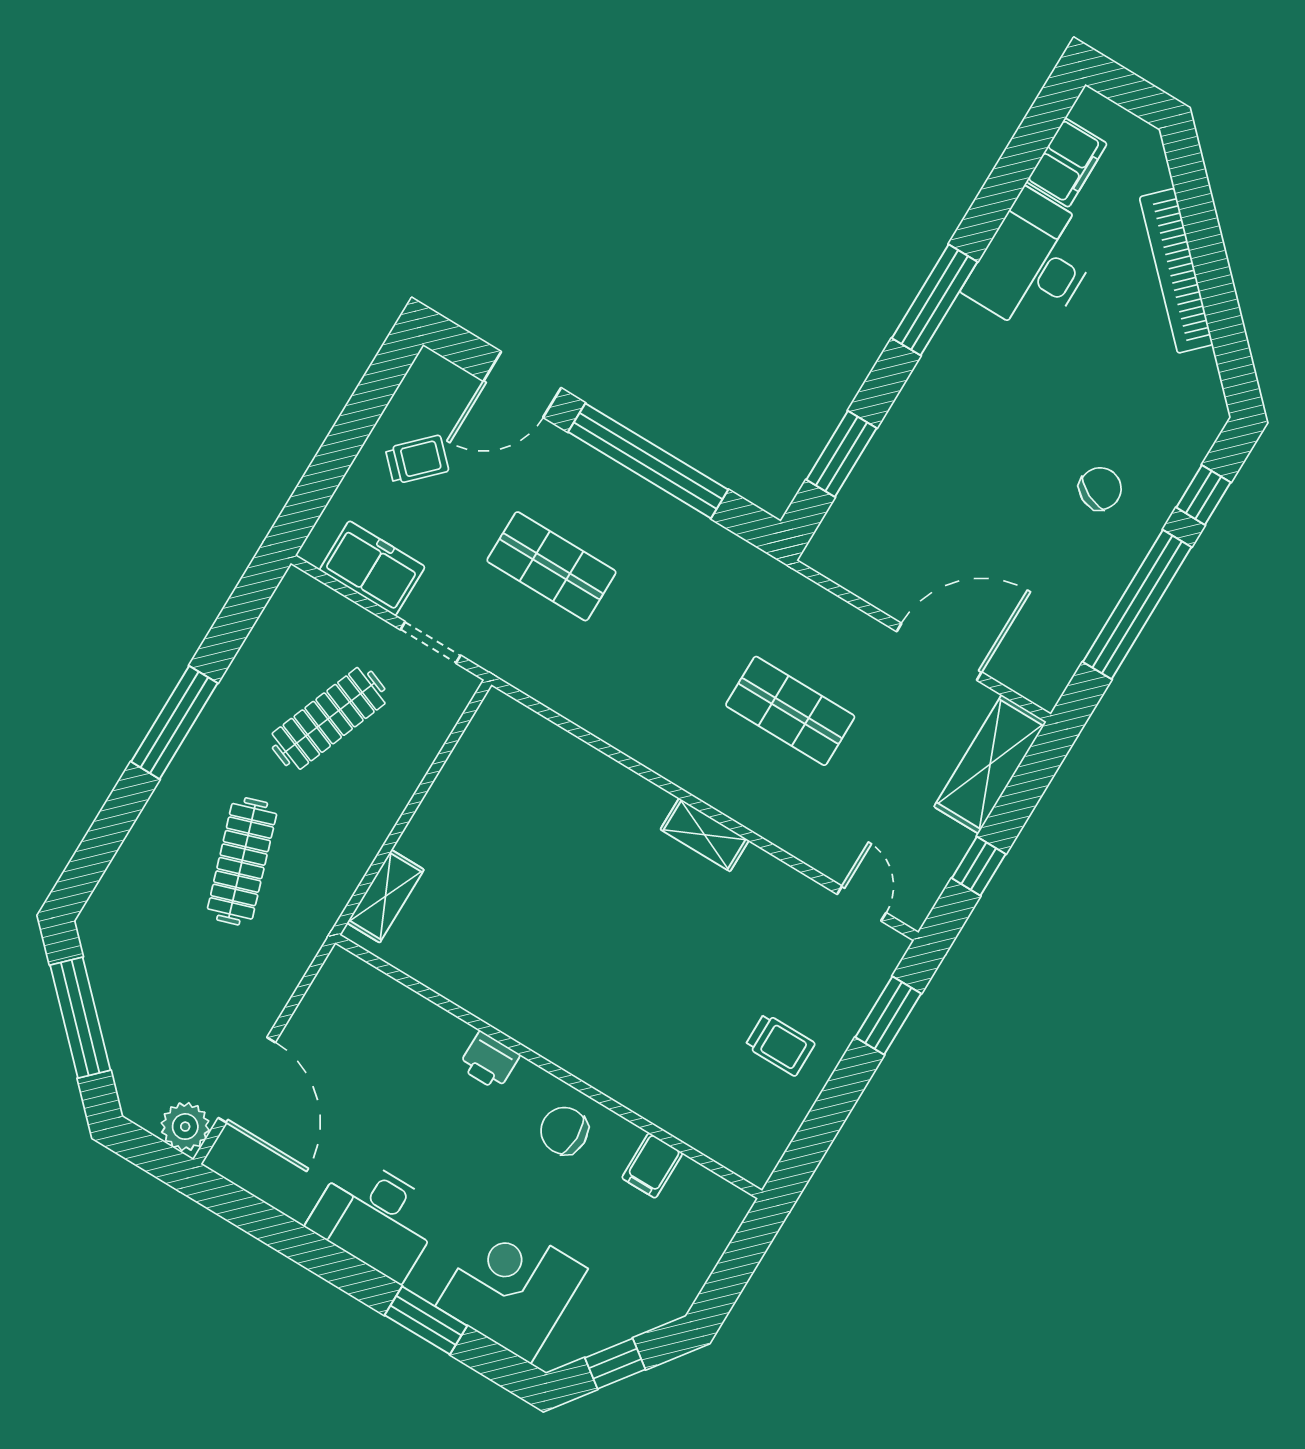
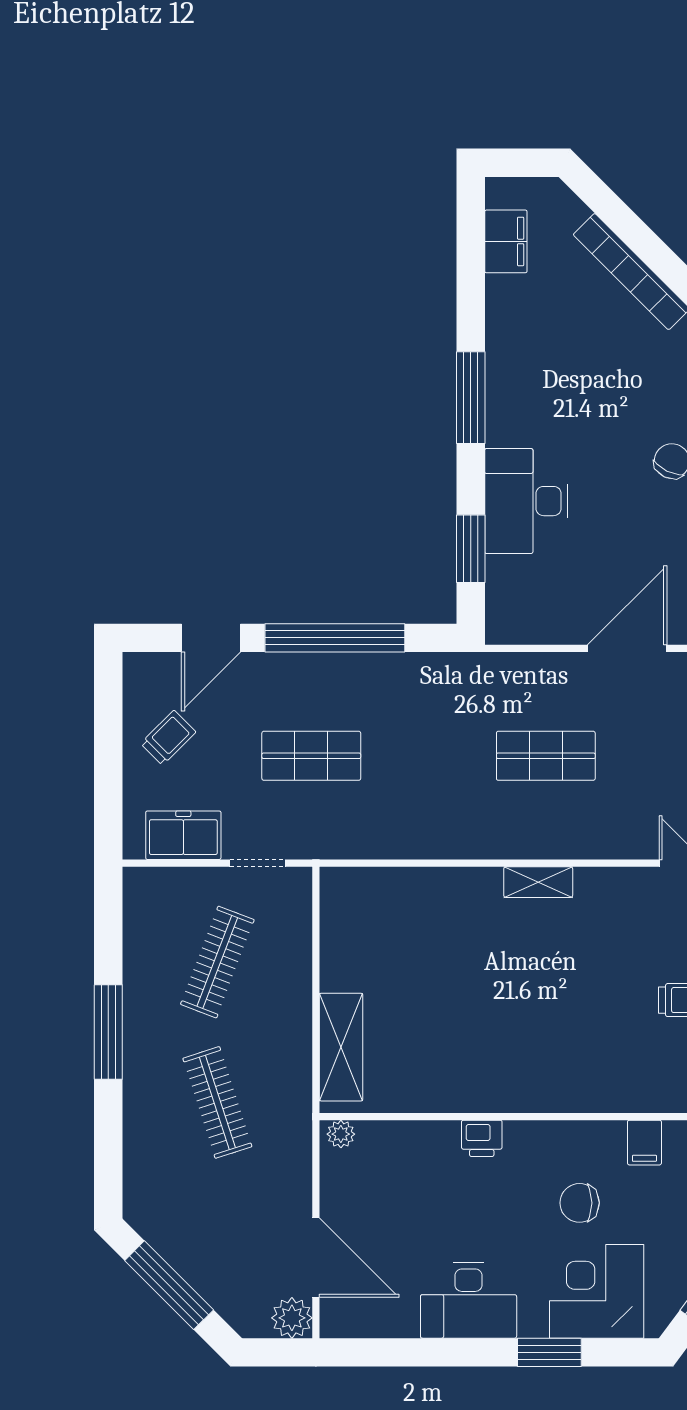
desk: (1034, 264) -> (526, 501), moved
shelving: (386, 896) -> (341, 1047), width x1.50, depth x1.33
plant: (348, 970) -> (341, 1134), added
chair: (564, 1131) -> (580, 1203), moved

